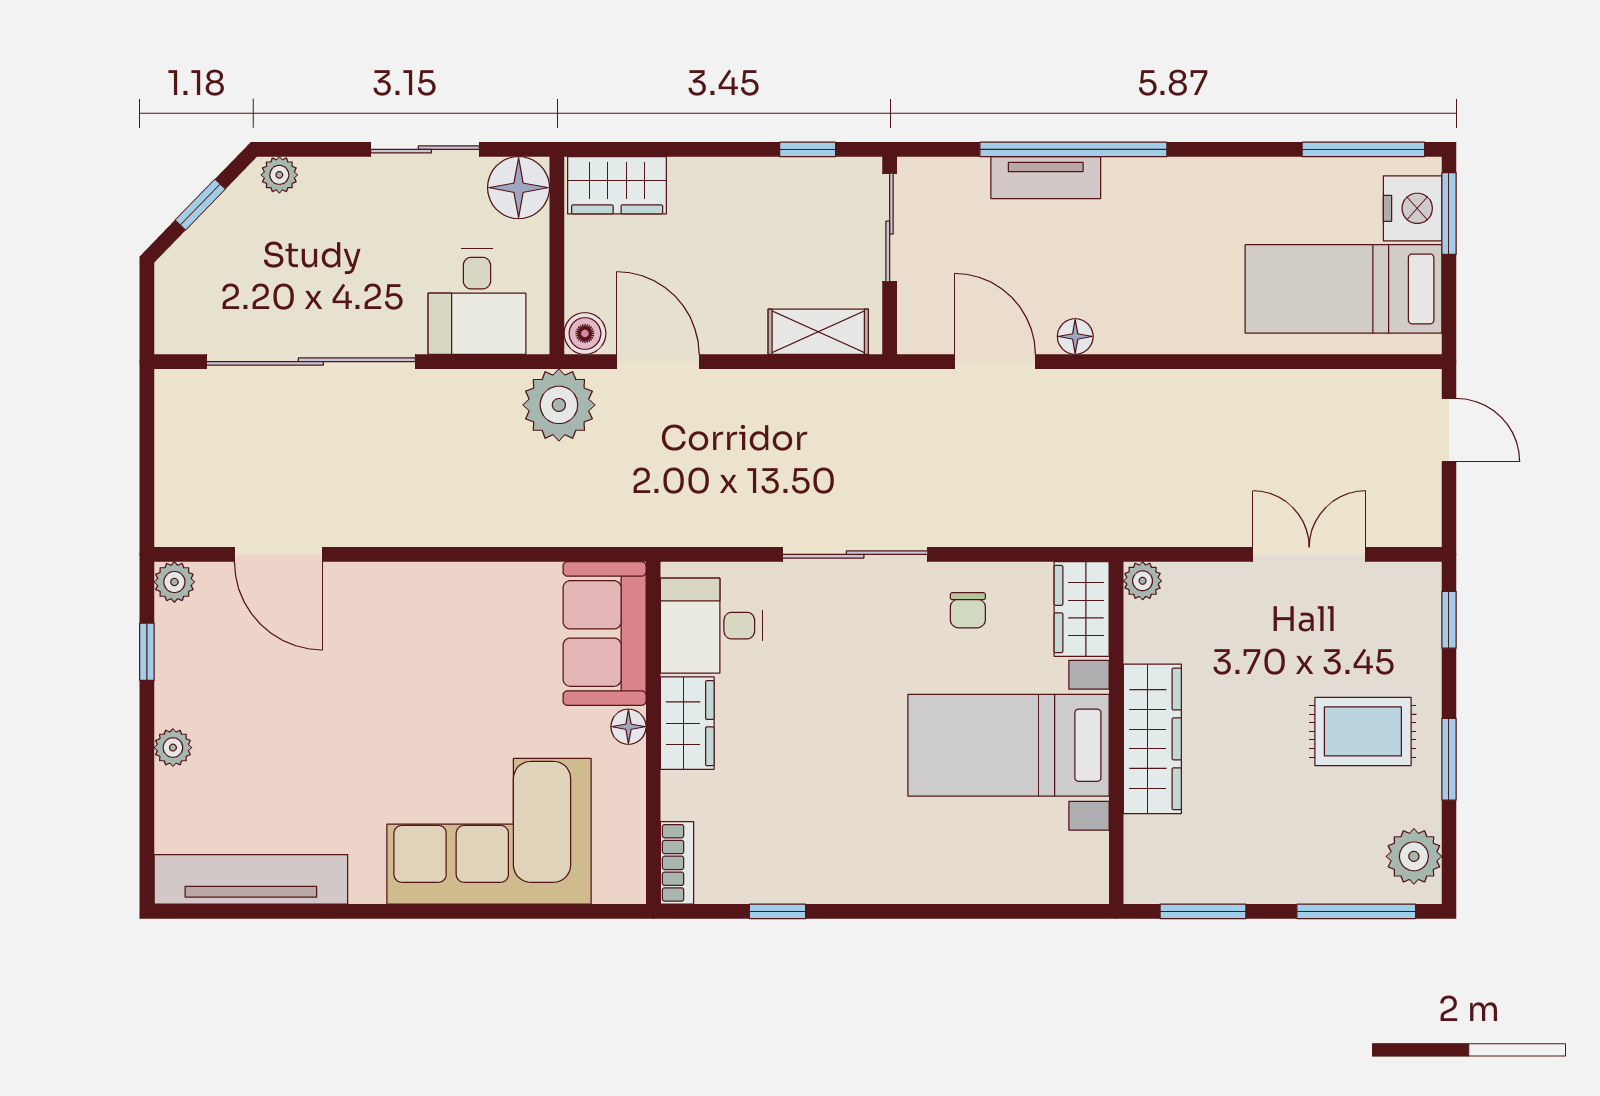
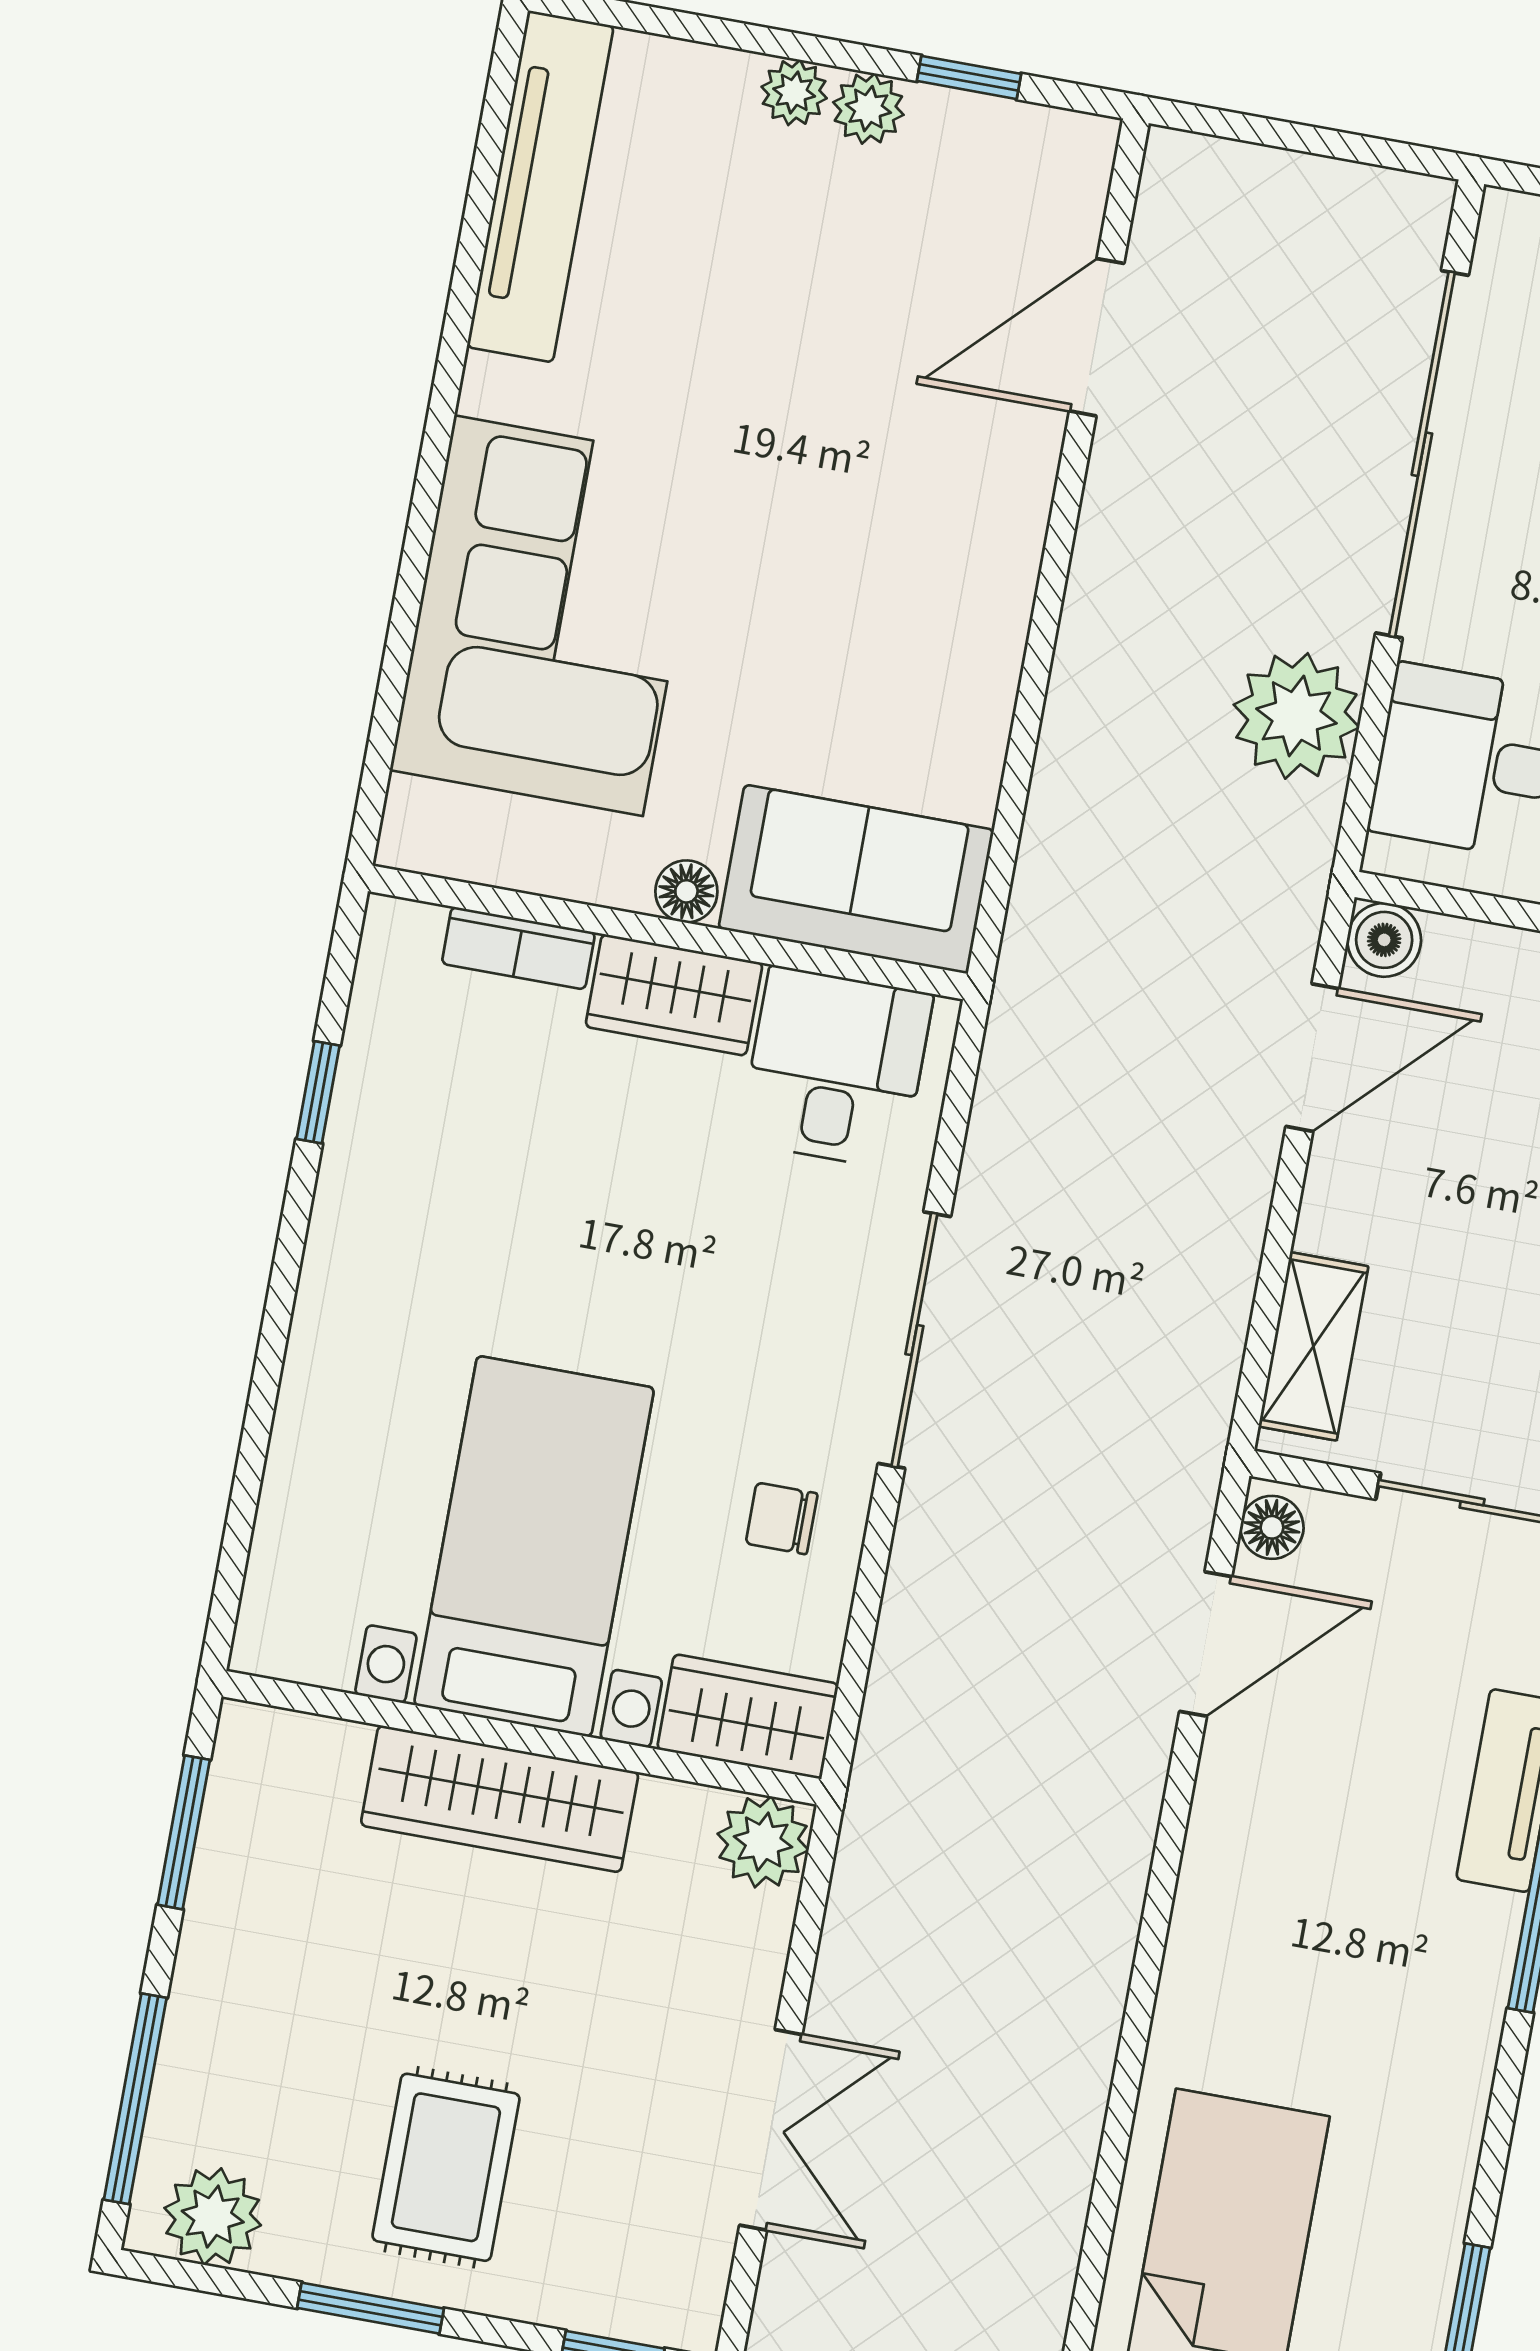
floor lamp: (1075, 336) -> (1272, 1527), moved
plant: (559, 405) -> (1296, 716), moved
plant: (1143, 581) -> (763, 1842), width x1.38, depth x1.38
plant: (174, 582) -> (868, 109), moved
bookcase: (677, 863) -> (518, 948), moved

